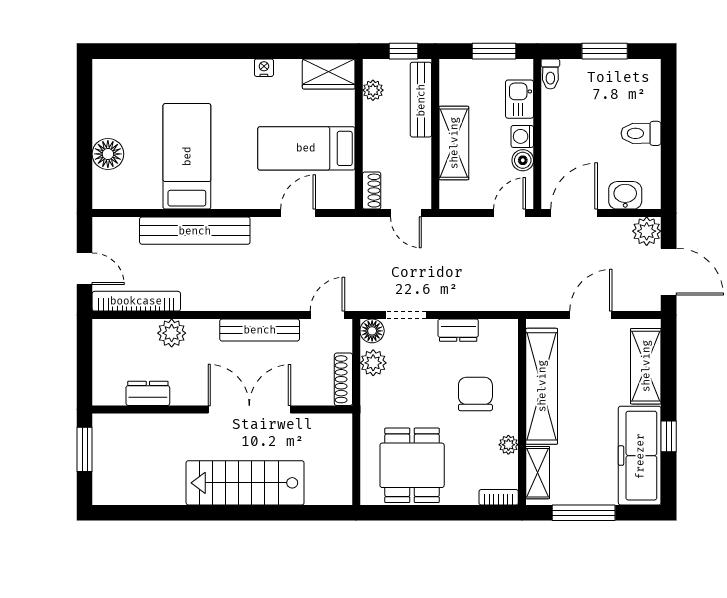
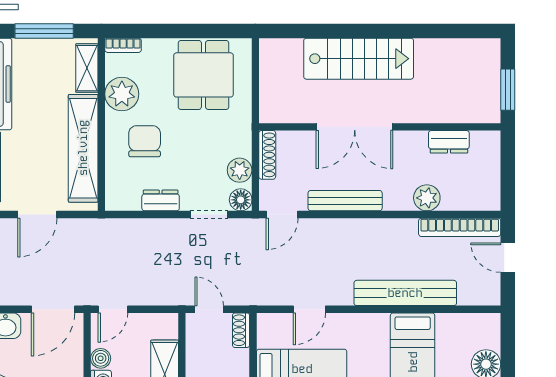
chair: (475, 394) -> (145, 141), turned 180
plant: (508, 445) -> (122, 94), width x1.88, depth x1.88

